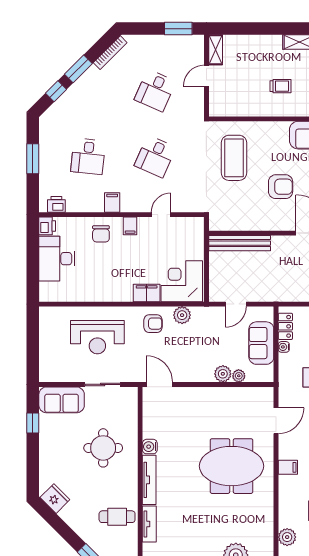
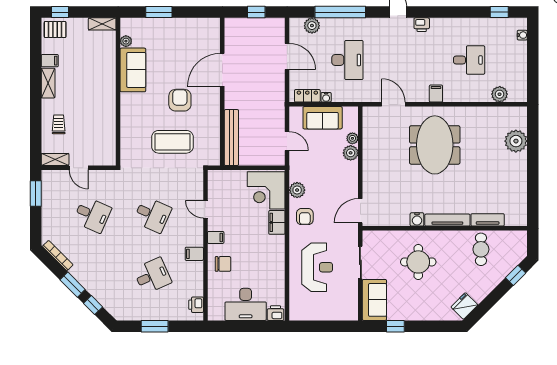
trolley: (281, 86) -> (59, 124), moved
desk: (88, 156) -> (152, 276), turned -30
coffee table: (234, 158) -> (172, 142), moved
printer: (47, 226) -> (276, 313), moved
armchair: (153, 324) -> (305, 217), turned 180

